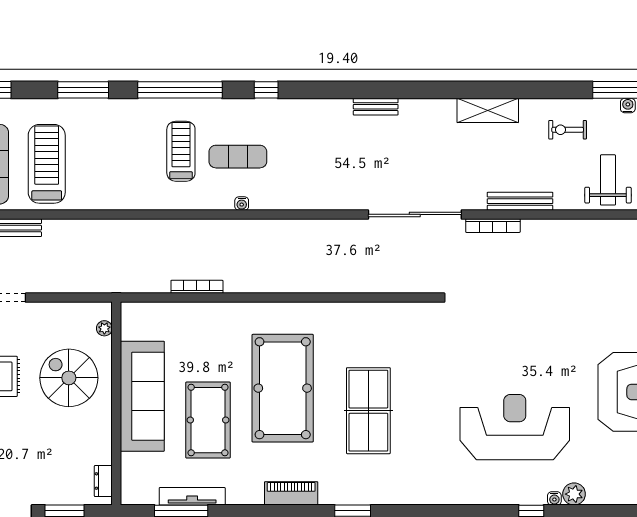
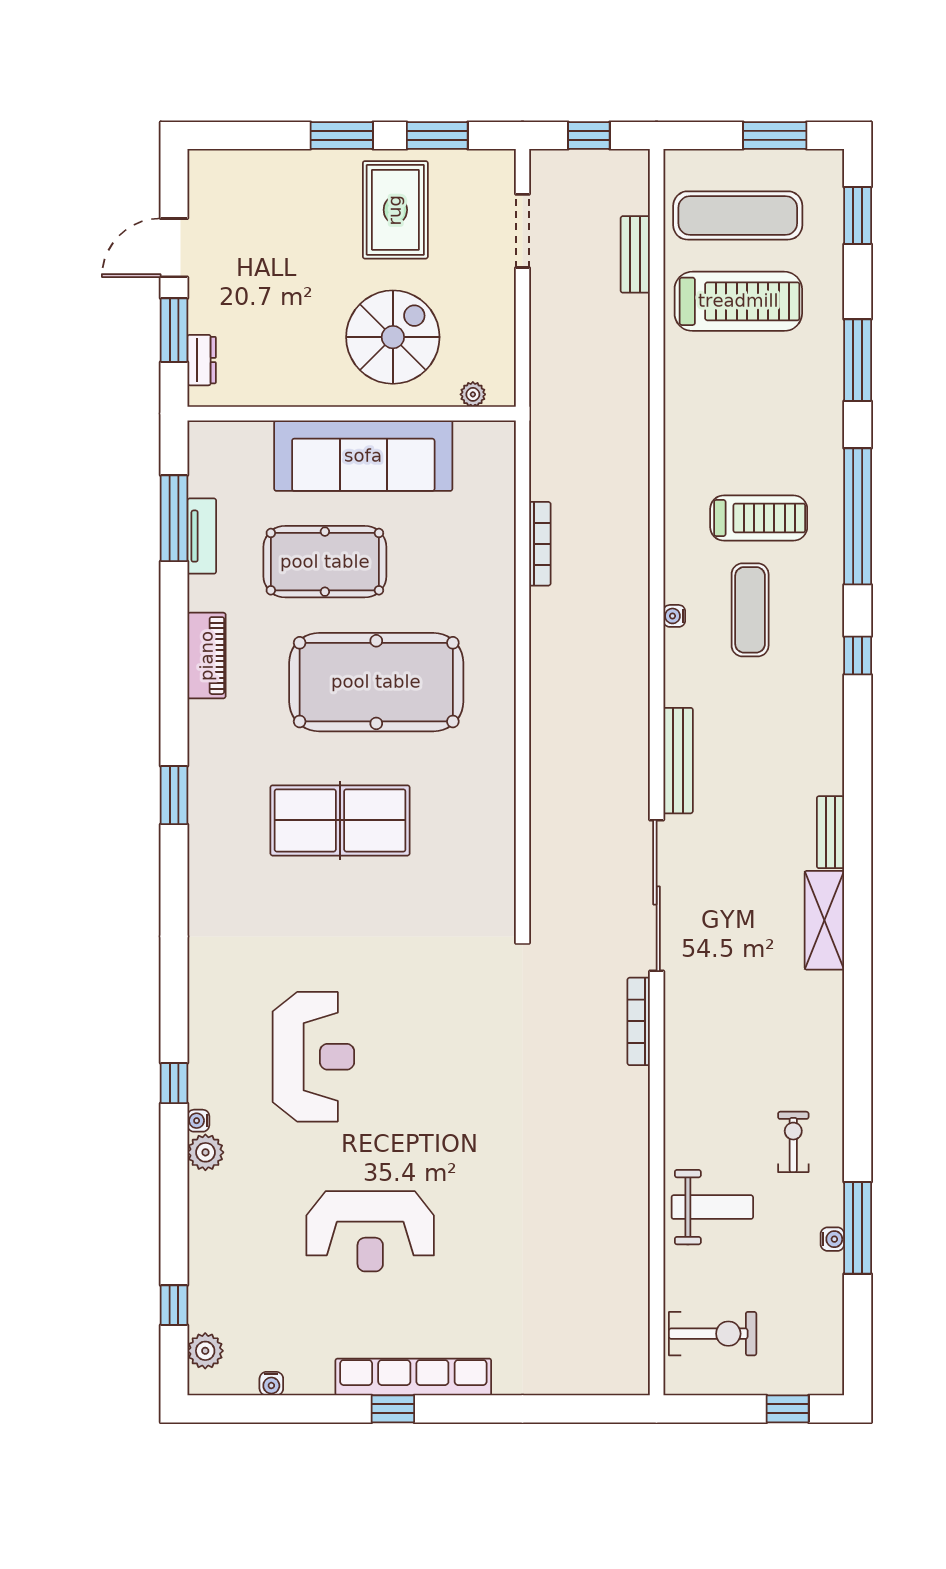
shelving: (488, 110) -> (824, 920), moved
bench: (520, 201) -> (678, 761), moved
reception desk: (515, 427) -> (313, 1057), width x0.74, depth x0.77
dresser: (103, 481) -> (202, 360), moved, turned 90
piano: (291, 493) -> (207, 656), moved
tv unit: (192, 496) -> (202, 536), width x0.71

